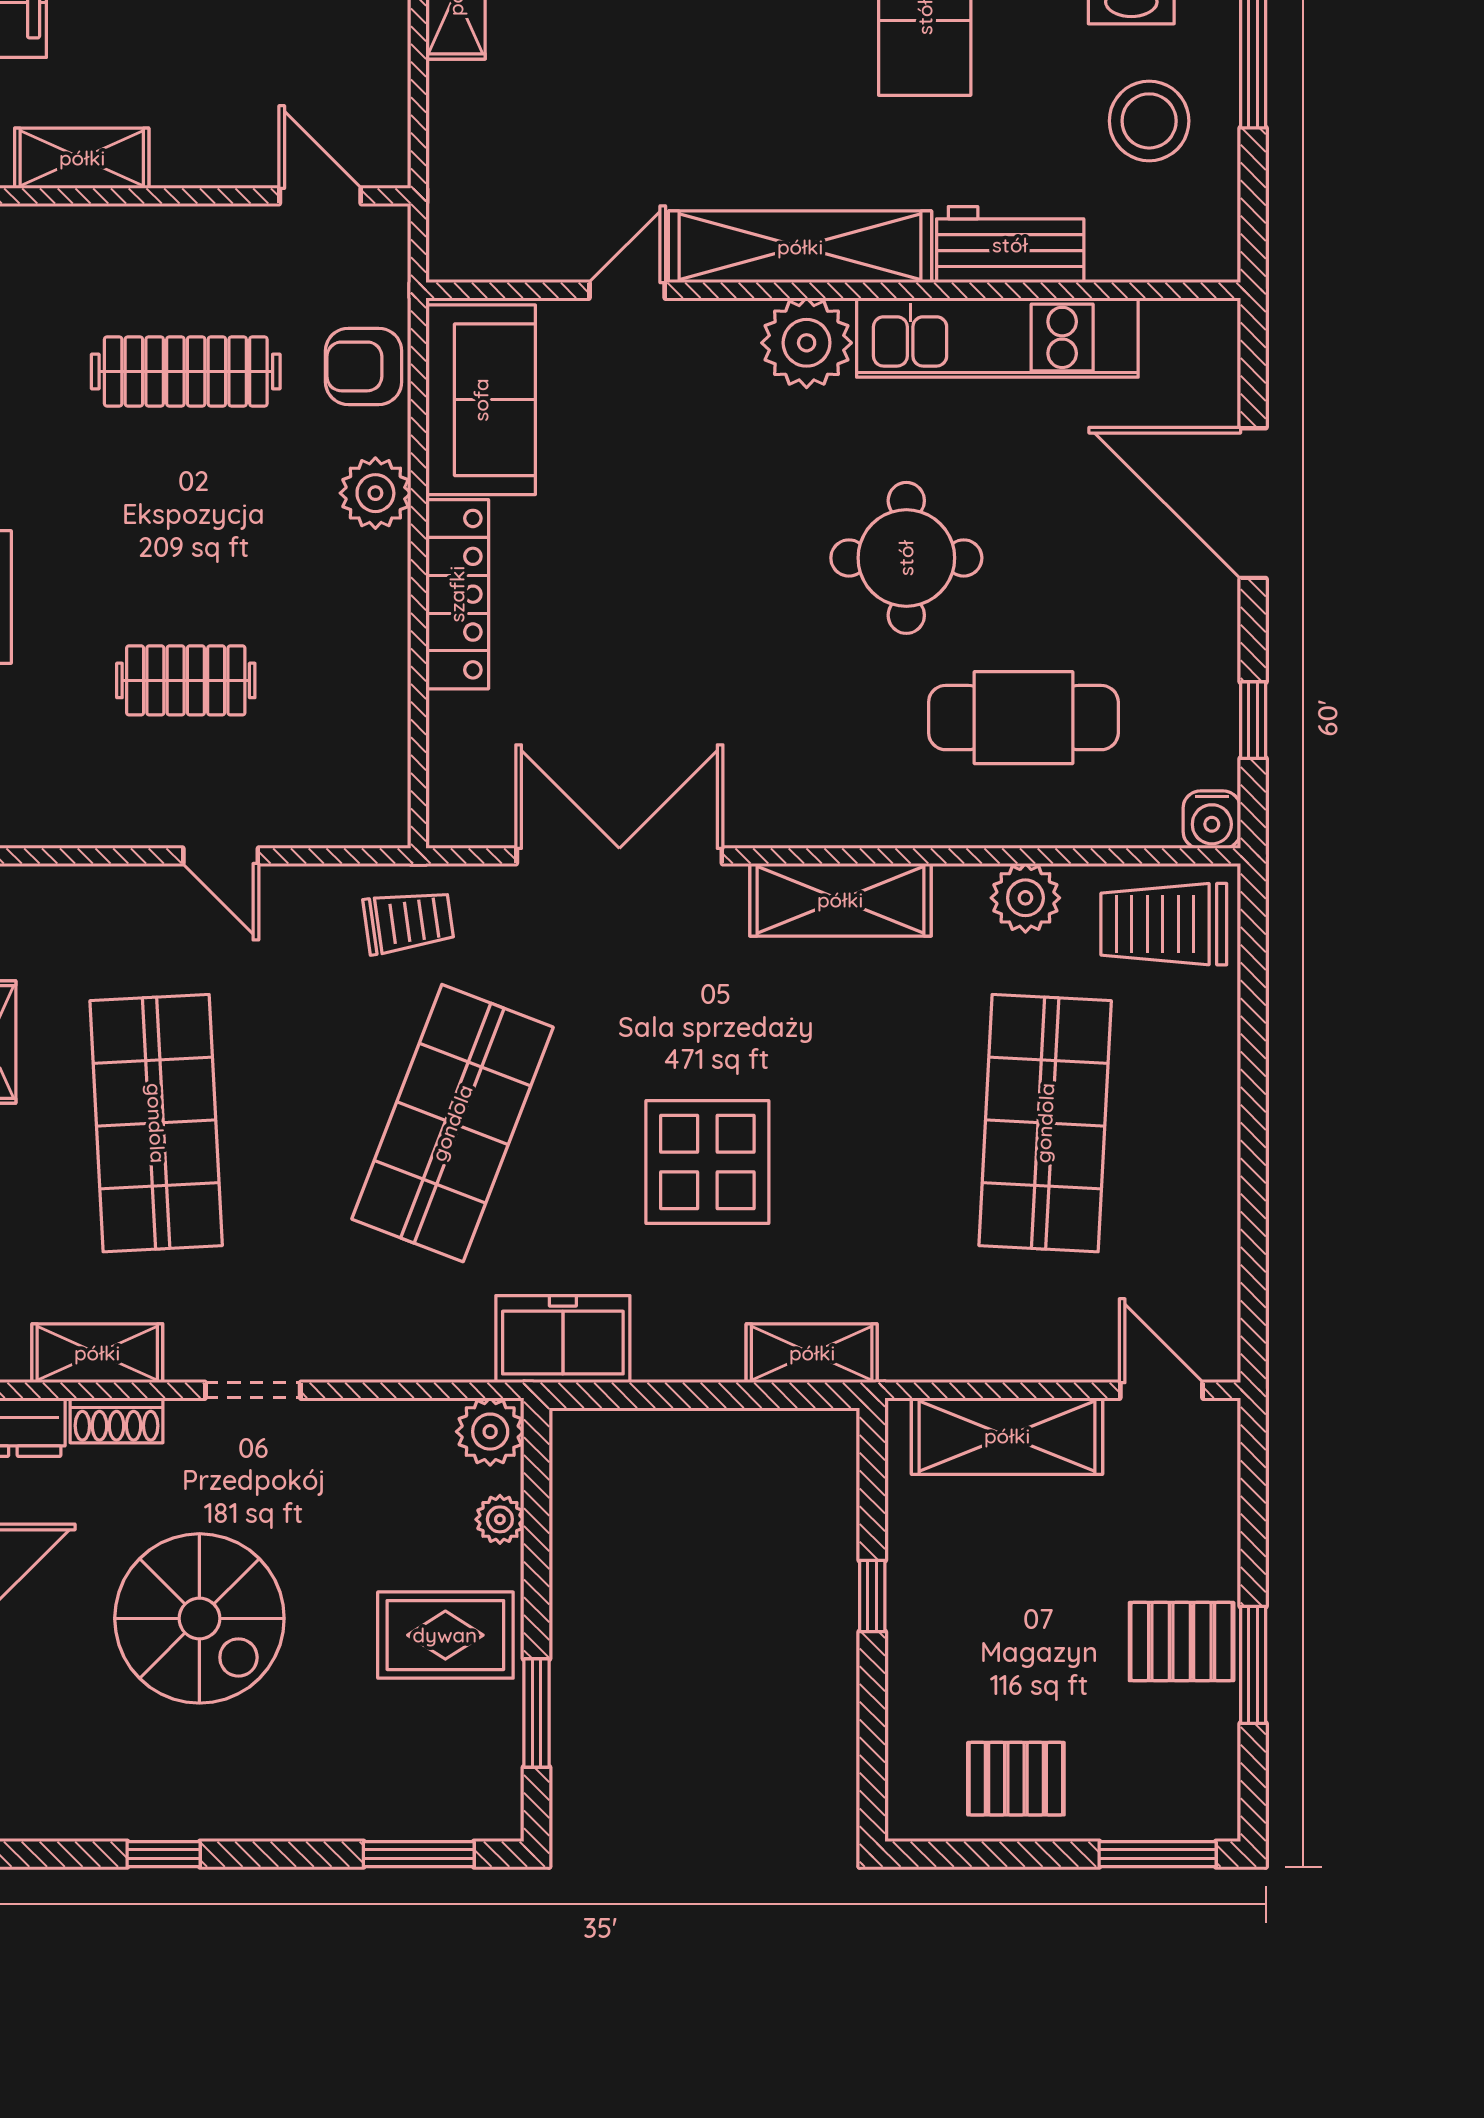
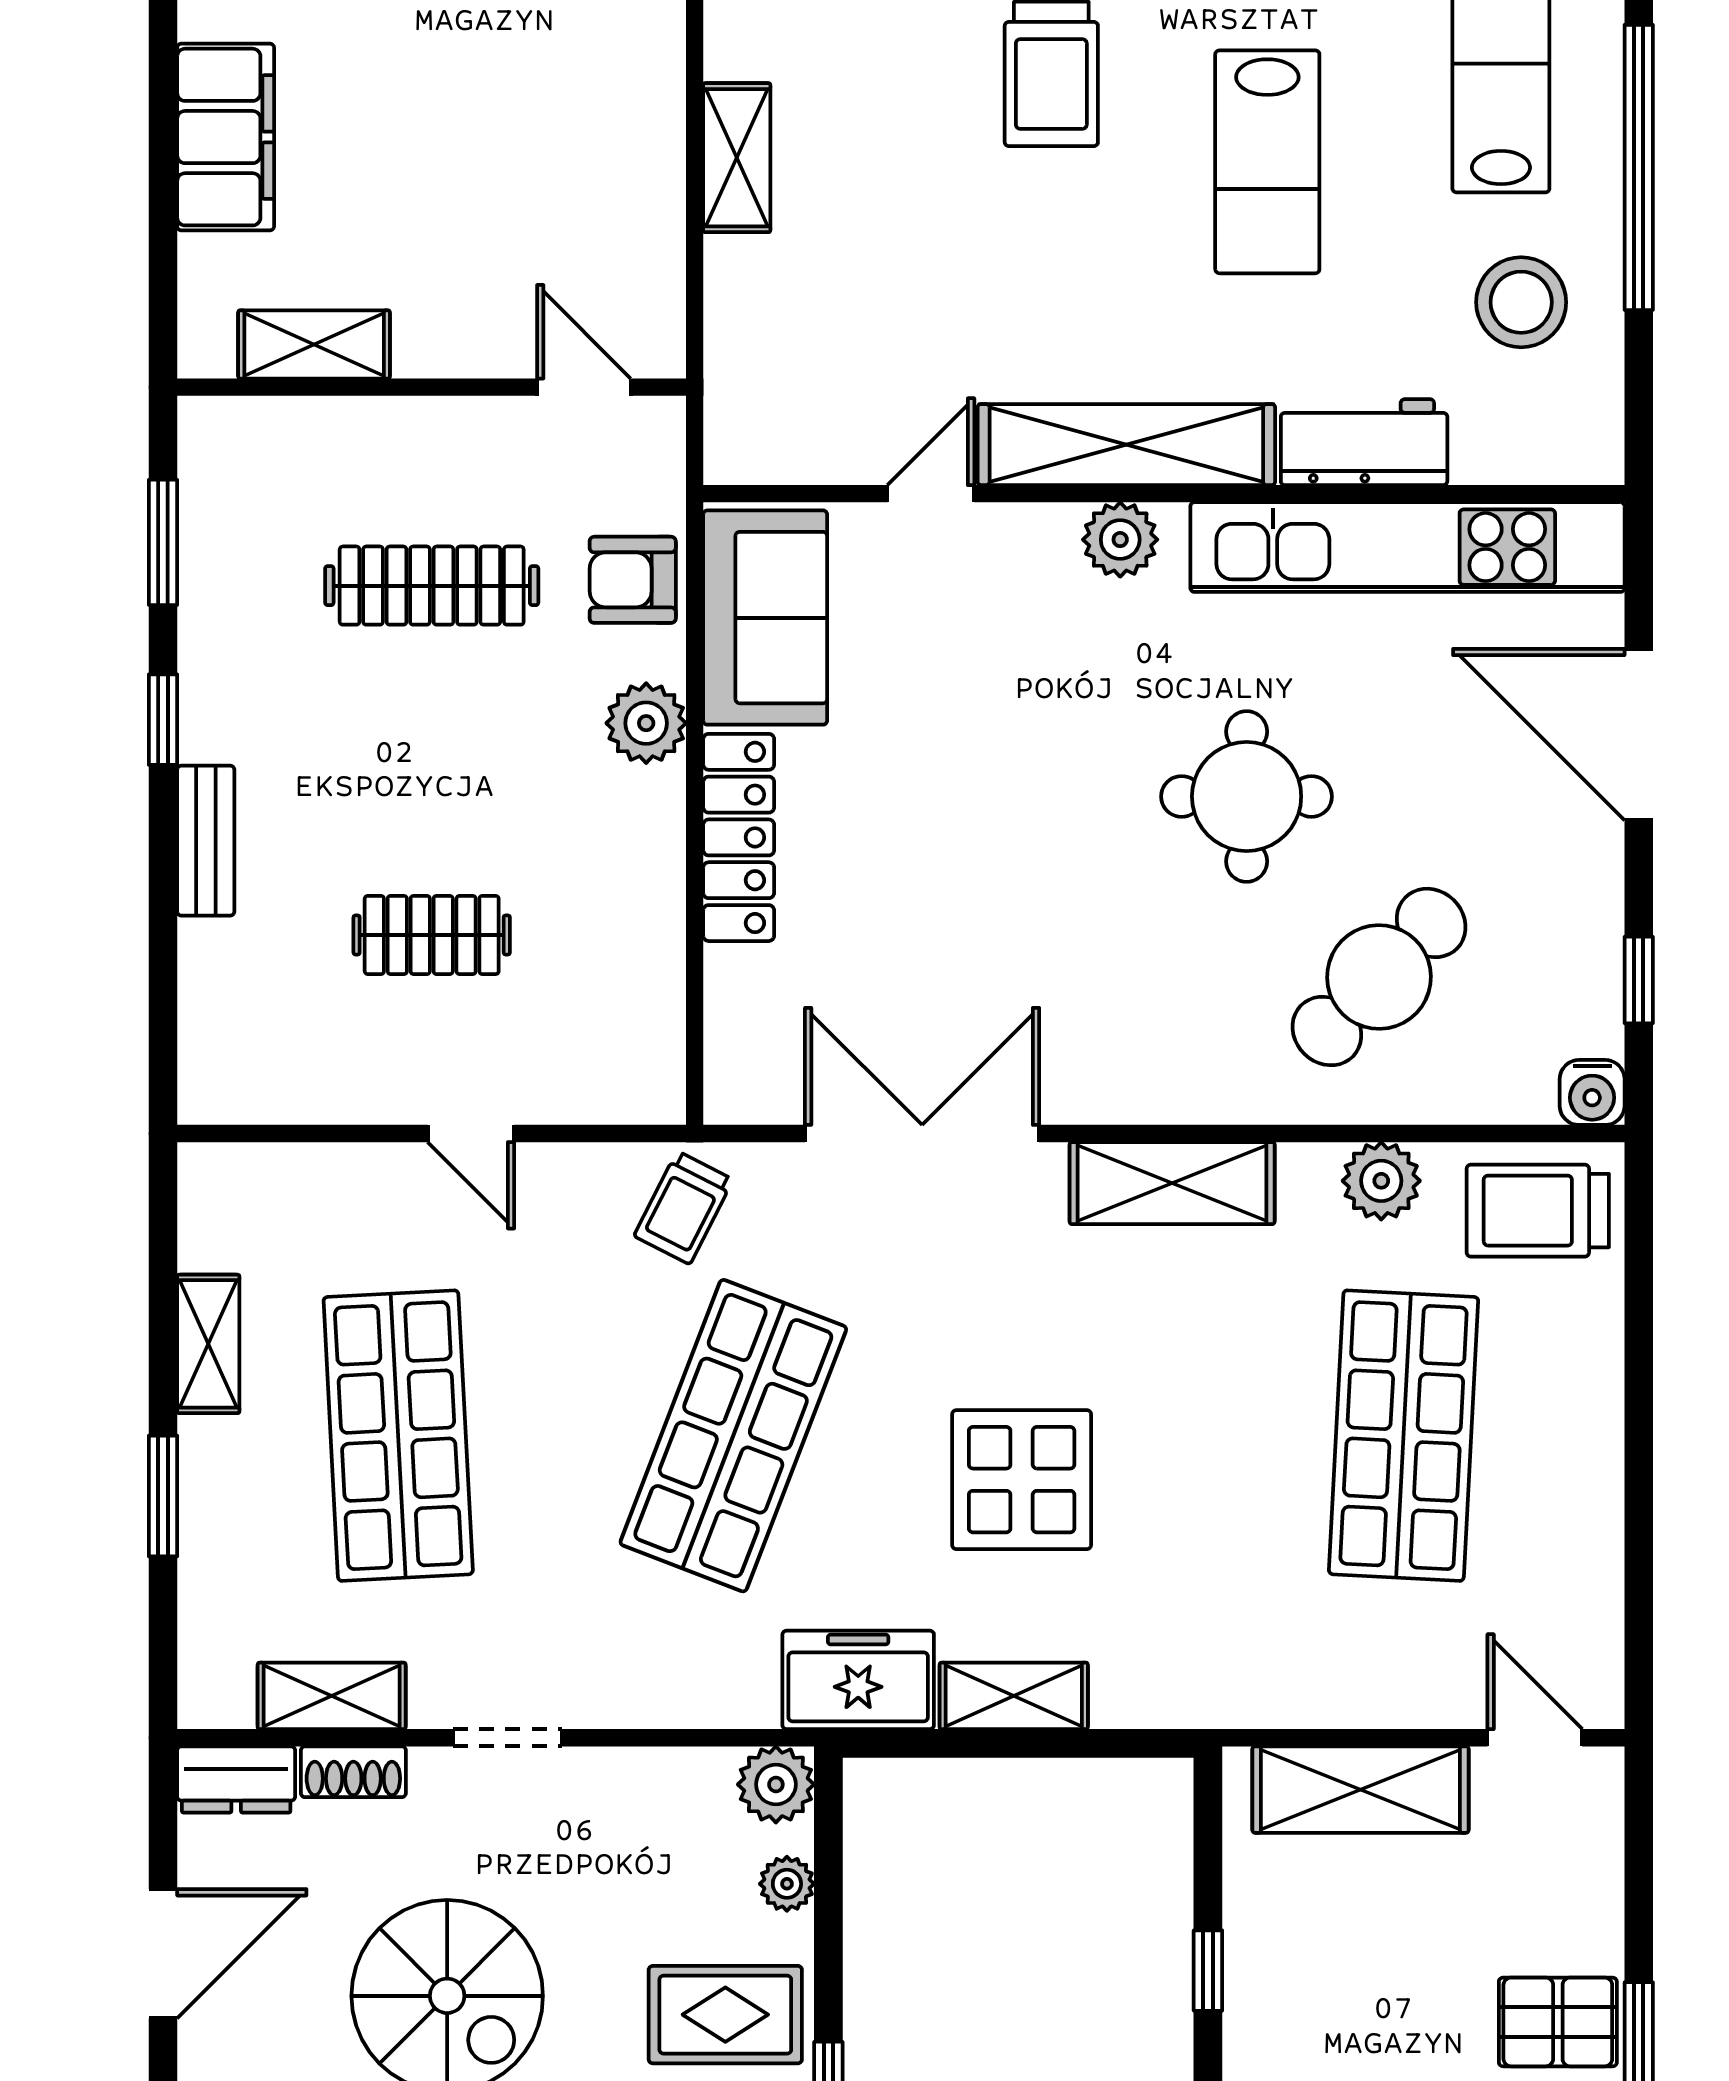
kitchen unit: (997, 337) -> (1407, 547), width x1.36
plant: (807, 343) -> (1120, 540), width x0.73, depth x0.73
cafe table: (1023, 718) -> (1379, 977), turned -46
trolley: (408, 922) -> (684, 1208), turned 125
shelving: (812, 1353) -> (1014, 1696), moved

